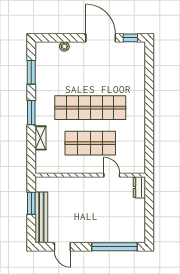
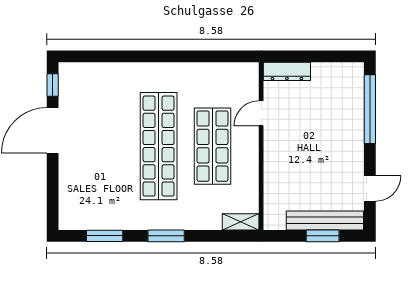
plant: (64, 47) -> (66, 185), removed
shelving: (40, 138) -> (241, 222), moved
dresser: (139, 187) -> (287, 71), width x1.44
window: (31, 203) -> (323, 236), moved

